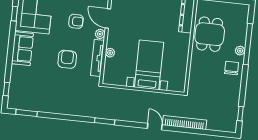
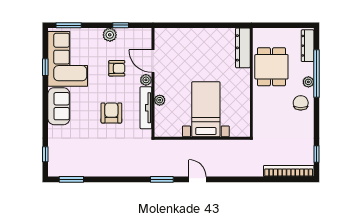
dresser: (243, 19) -> (308, 46), added
bookcase: (185, 123) -> (289, 171), moved
door: (155, 127) -> (198, 179), moved

